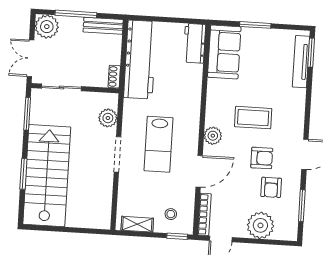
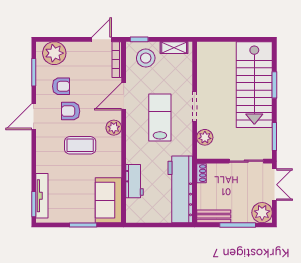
workbench: (194, 43) -> (134, 181), moved
armchair: (271, 187) -> (61, 86), turned 90
stool: (171, 214) -> (146, 58), width x1.89, depth x1.89
plant: (260, 225) -> (54, 53), moved

